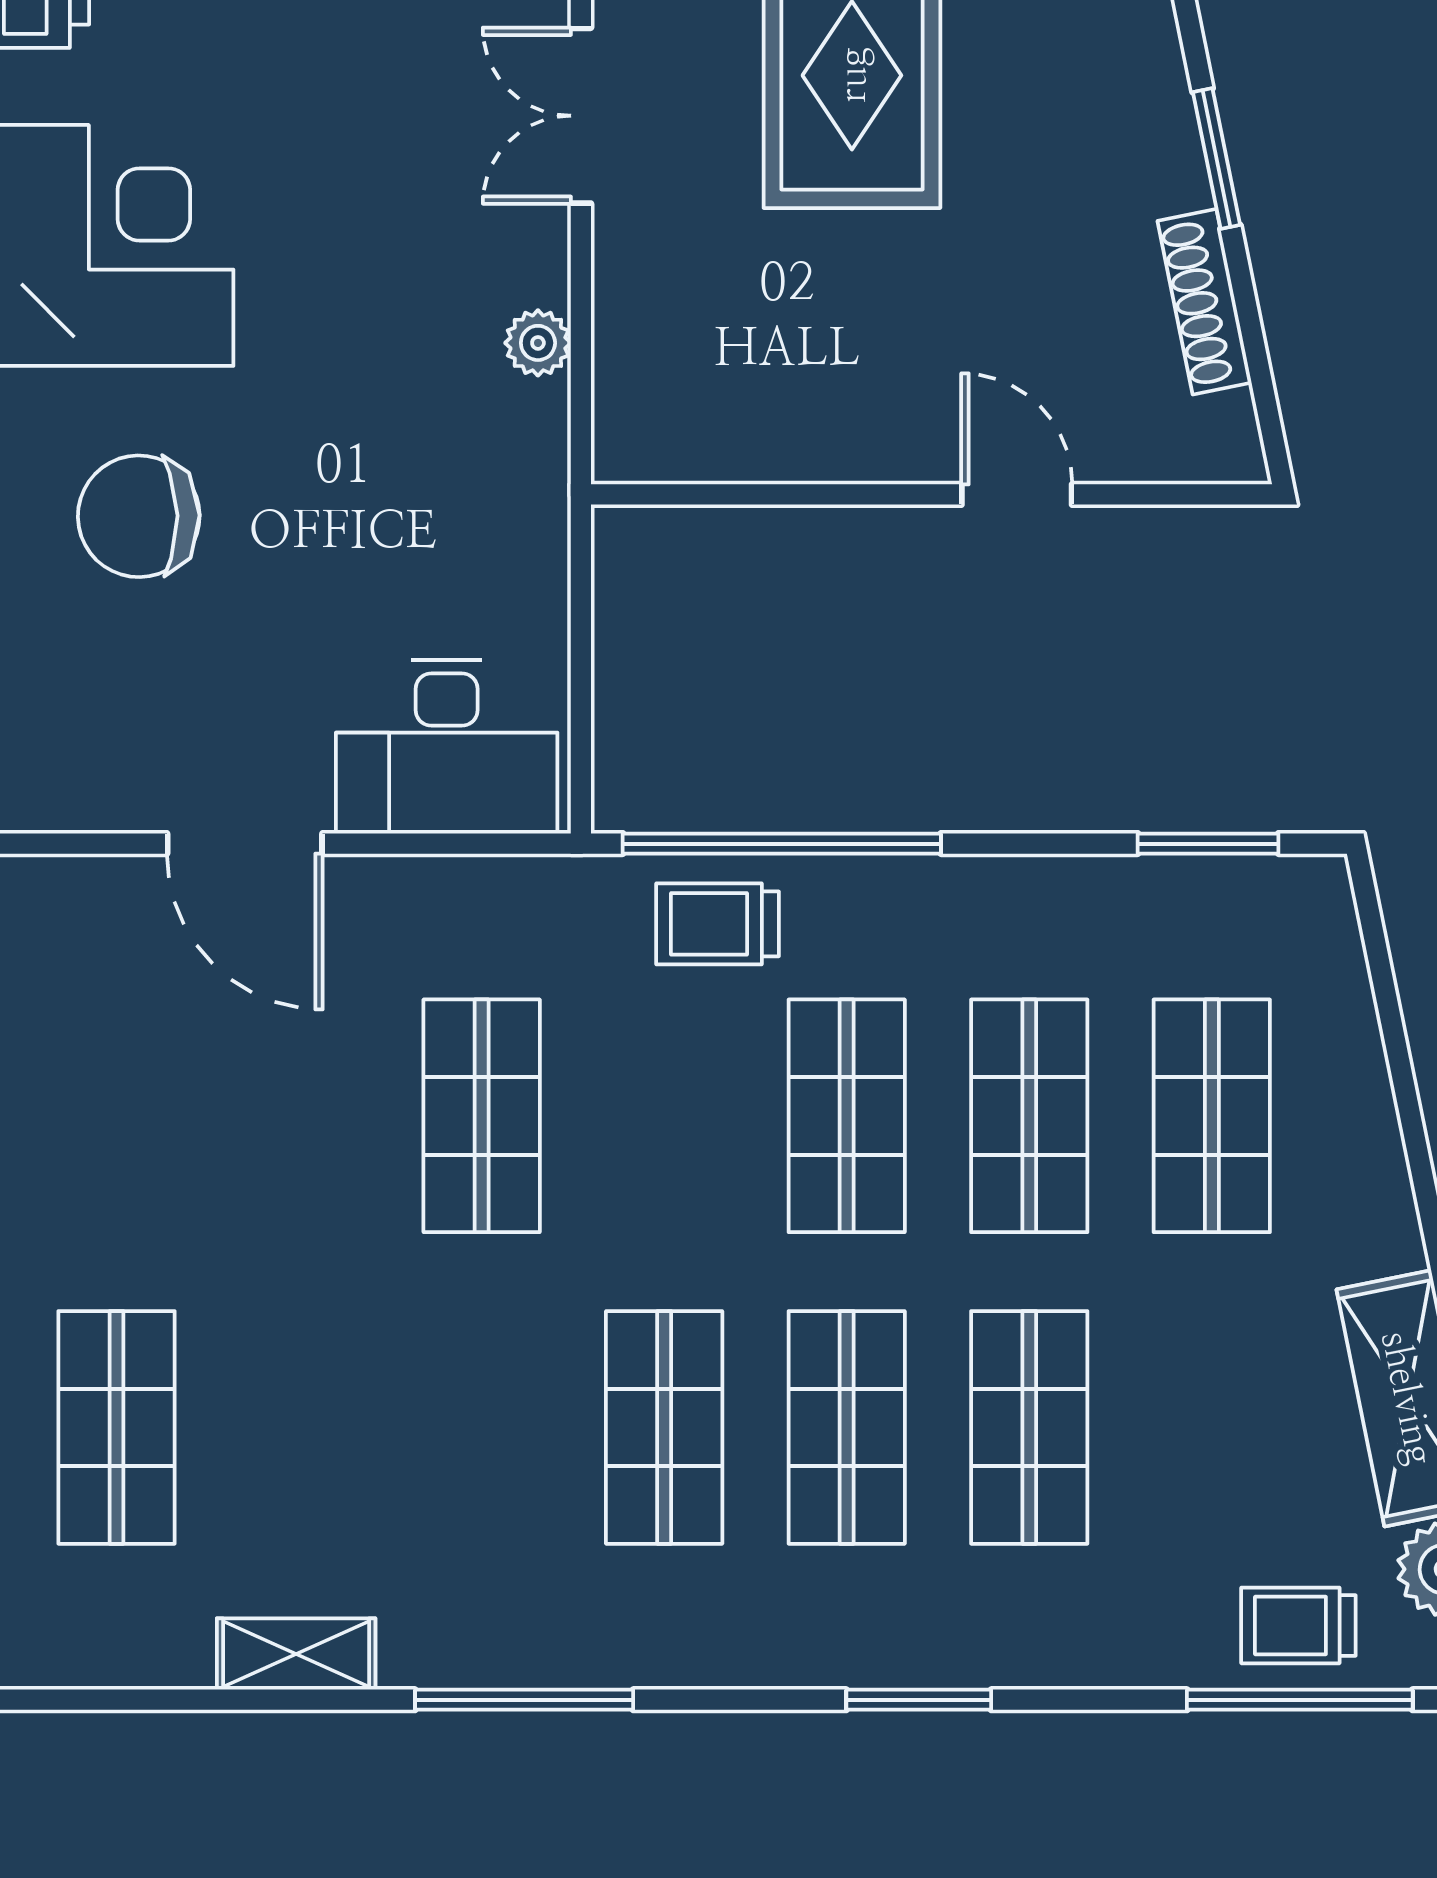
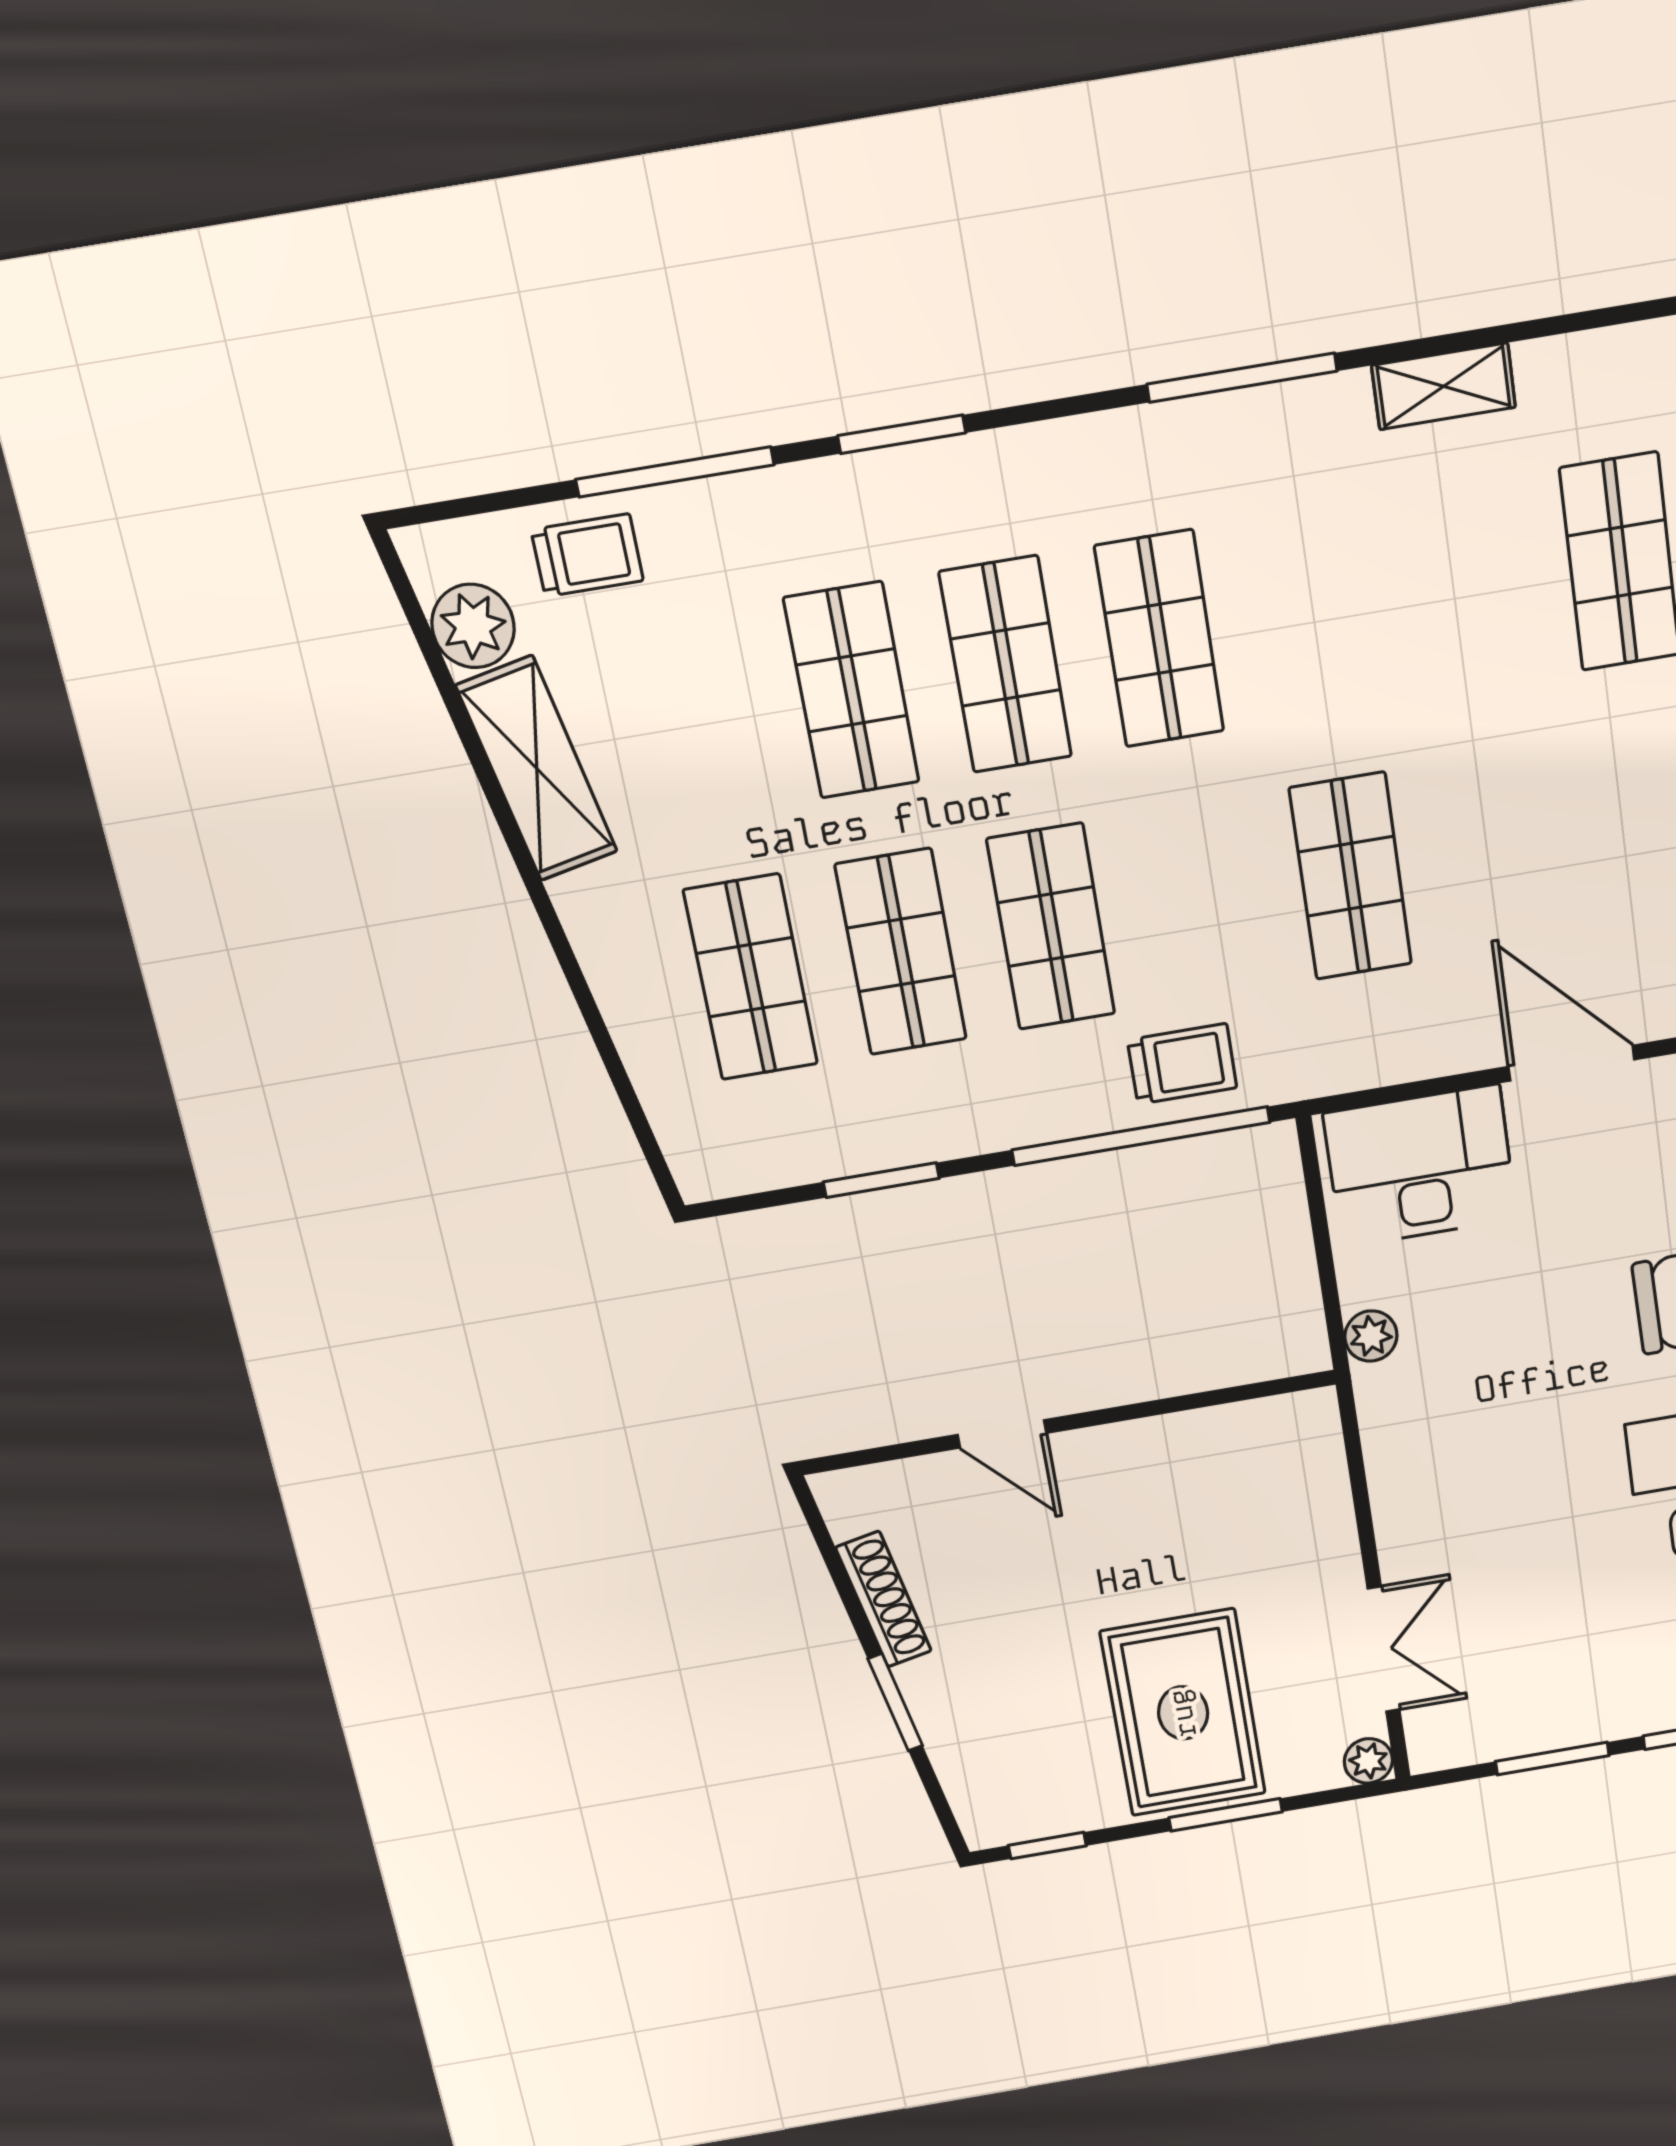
plant: (538, 343) -> (1371, 1336), moved
window: (1208, 844) -> (881, 1180), moved
window: (1300, 1700) -> (675, 472), moved

